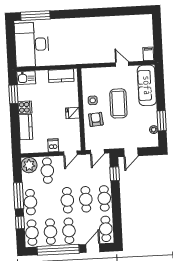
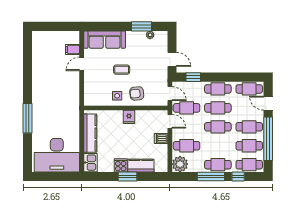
window: (35, 16) -> (27, 118), moved
filing cabinet: (148, 54) -> (72, 49), moved
kitchen counter: (61, 76) -> (90, 133), width x1.50
window: (13, 94) -> (127, 176), moved
coffee table: (118, 103) -> (122, 70), width x0.54, depth x0.58
cafe table: (84, 169) -> (187, 108), added

